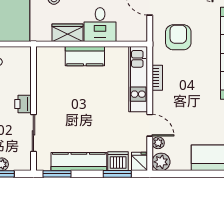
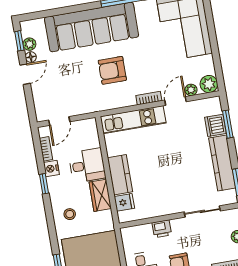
armchair: (178, 37) -> (112, 70), moved
bookcase: (157, 78) -> (149, 98), moved
printer: (23, 104) -> (162, 229), moved
fridge: (140, 161) -> (124, 202), moved, turned 180

